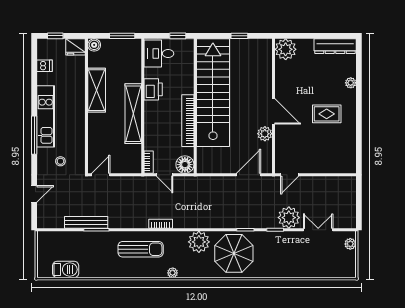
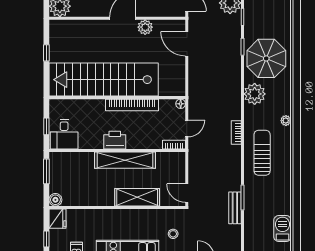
window: (178, 36) -> (46, 126), moved
printer: (153, 89) -> (115, 140), moved
shelving: (97, 90) -> (137, 197), moved
floor lamp: (185, 165) -> (181, 104), width x0.53, depth x0.53
bench: (86, 222) -> (235, 208), width x0.73

